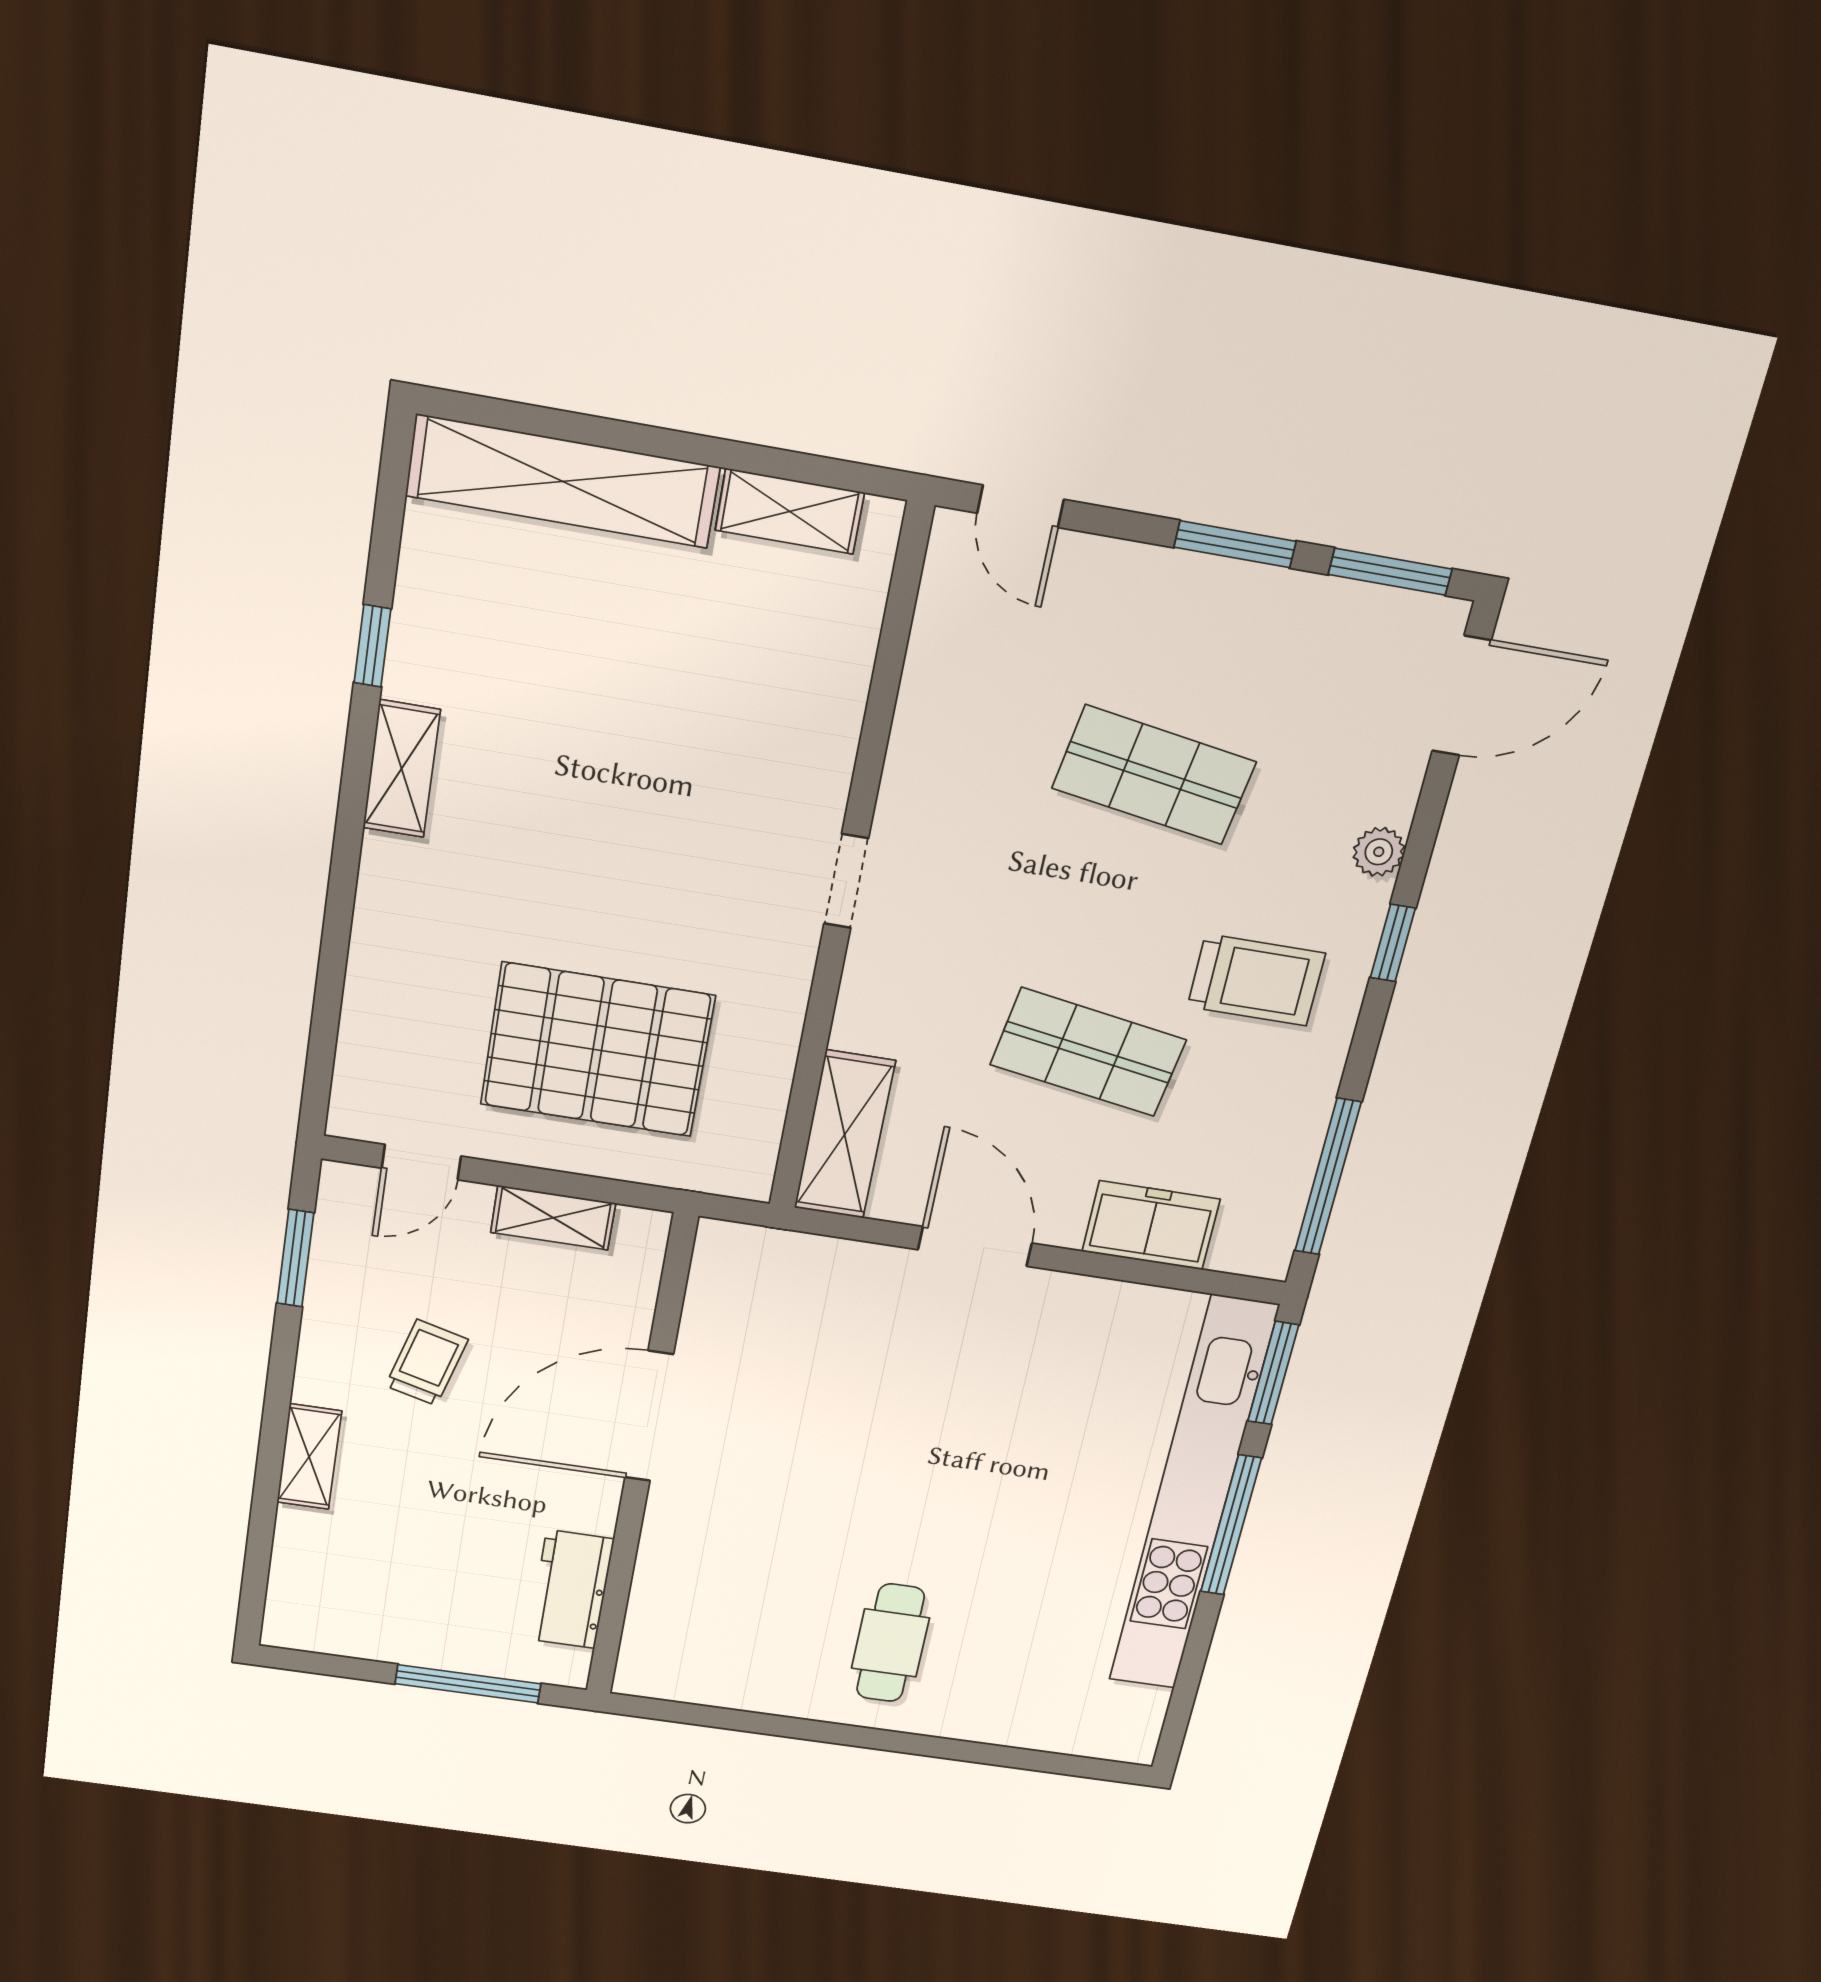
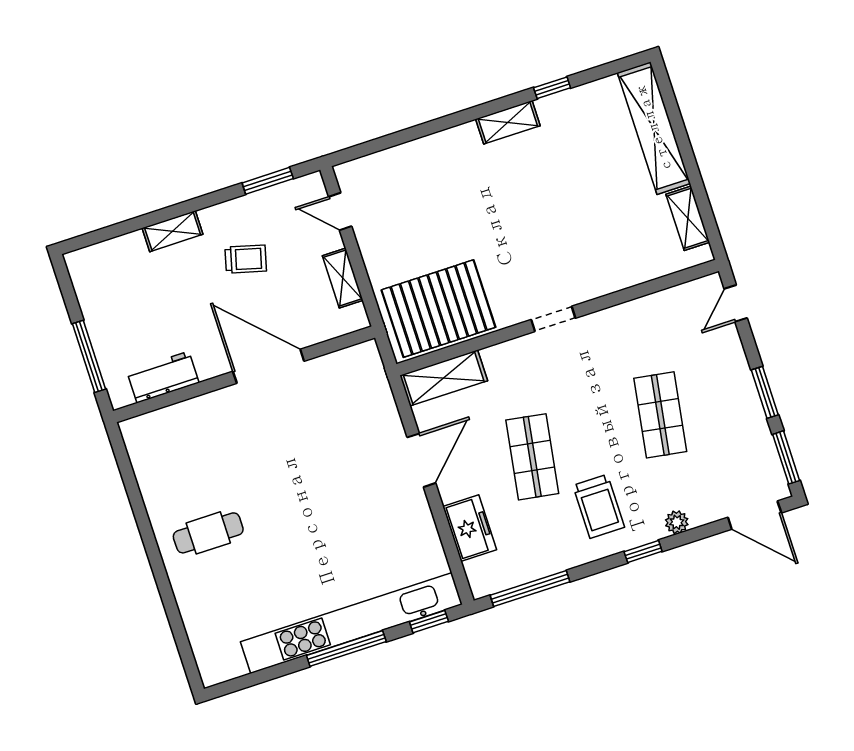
pallet: (597, 1050) -> (438, 309), moved, turned 90
window: (1273, 1373) -> (429, 622), width x0.67

